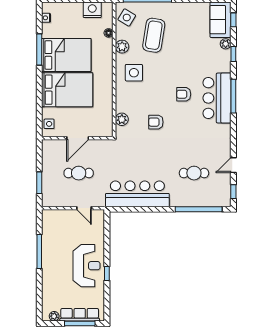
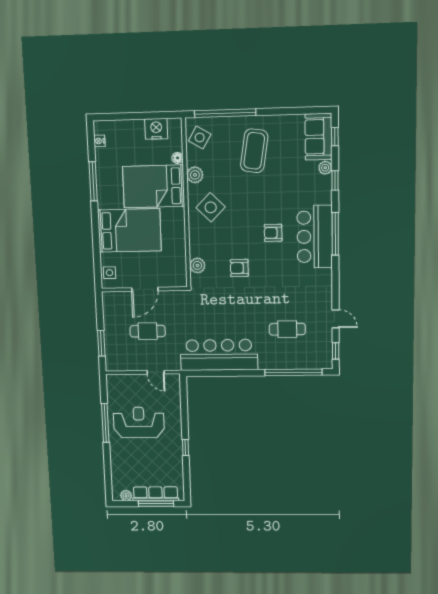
coffee table: (154, 35) -> (254, 151), moved
bed: (66, 55) -> (154, 186), moved, turned 180
side table: (134, 73) -> (211, 207), turned 45
door: (233, 165) -> (336, 319), swing flipped
reception desk: (87, 266) -> (139, 423), moved, turned -90

